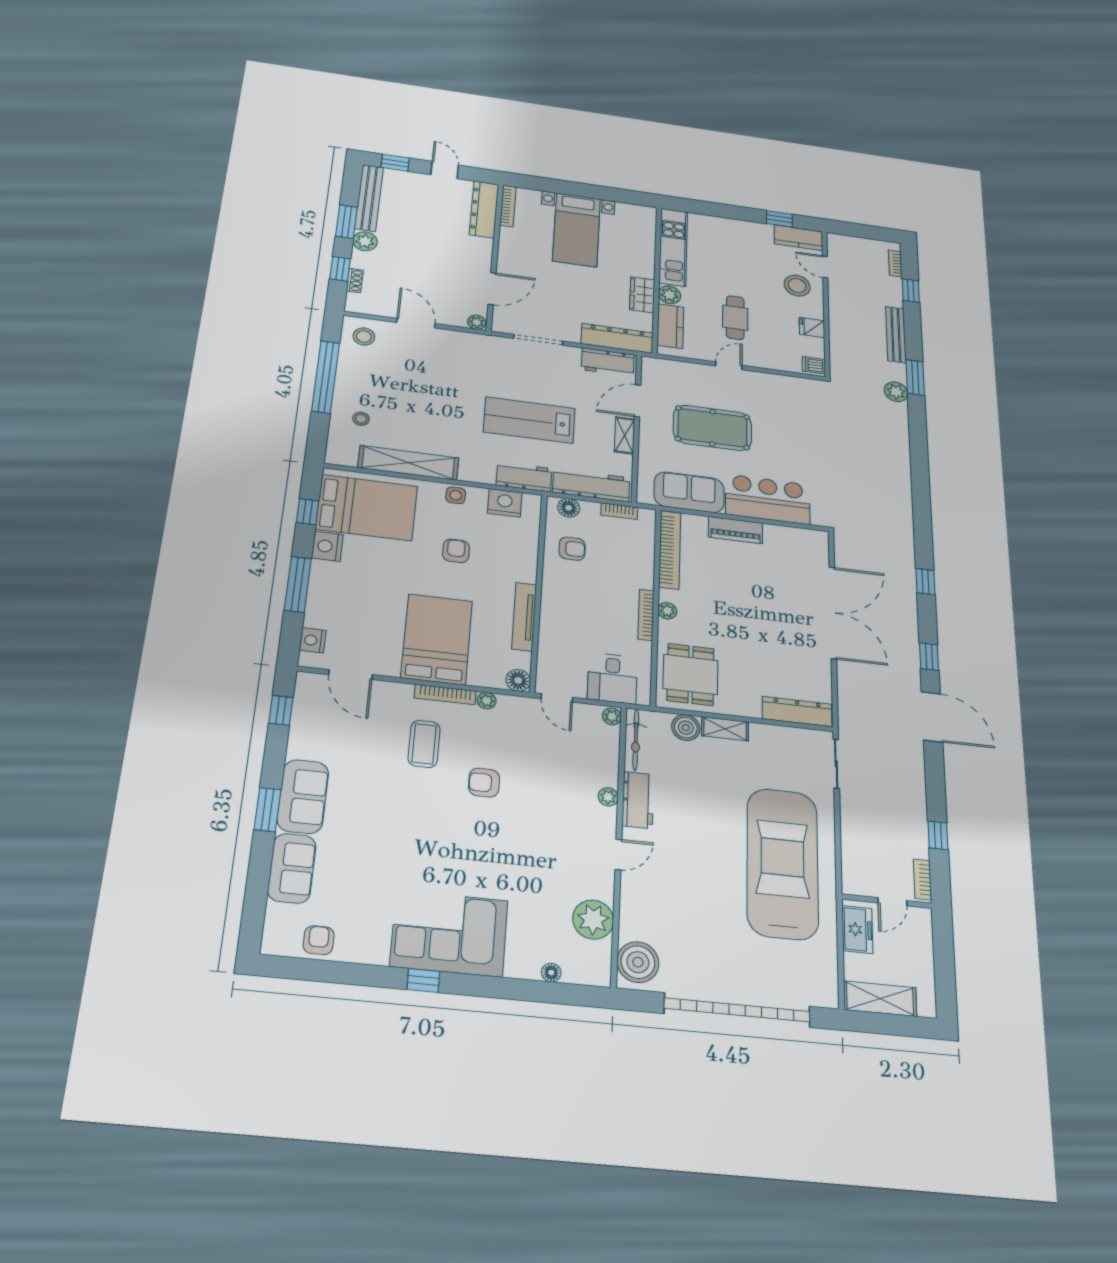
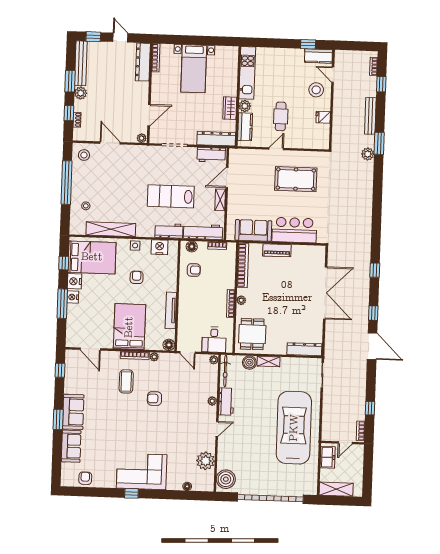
dishwasher: (814, 365) -> (323, 142), removed
pool table: (712, 428) -> (296, 179), moved
nightstand: (313, 640) -> (73, 297), moved

